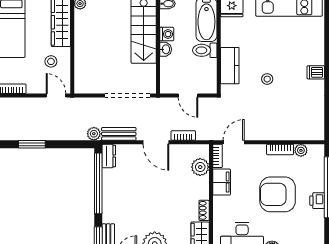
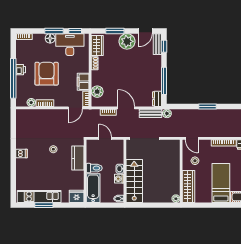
window: (98, 183) -> (164, 81), width x0.68
armchair: (278, 194) -> (47, 74), turned -90

